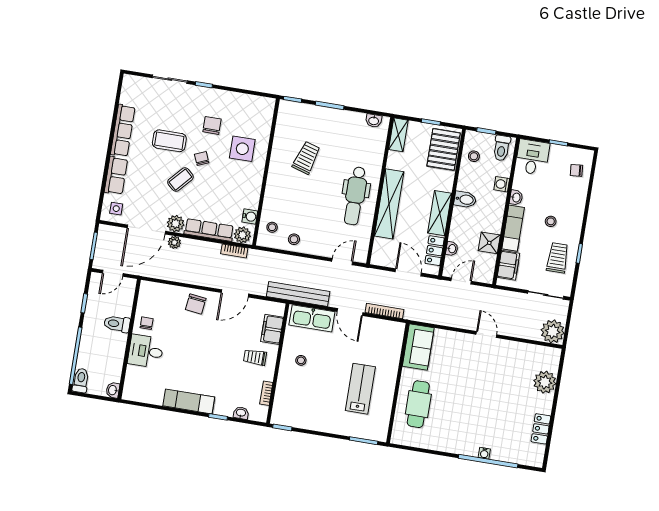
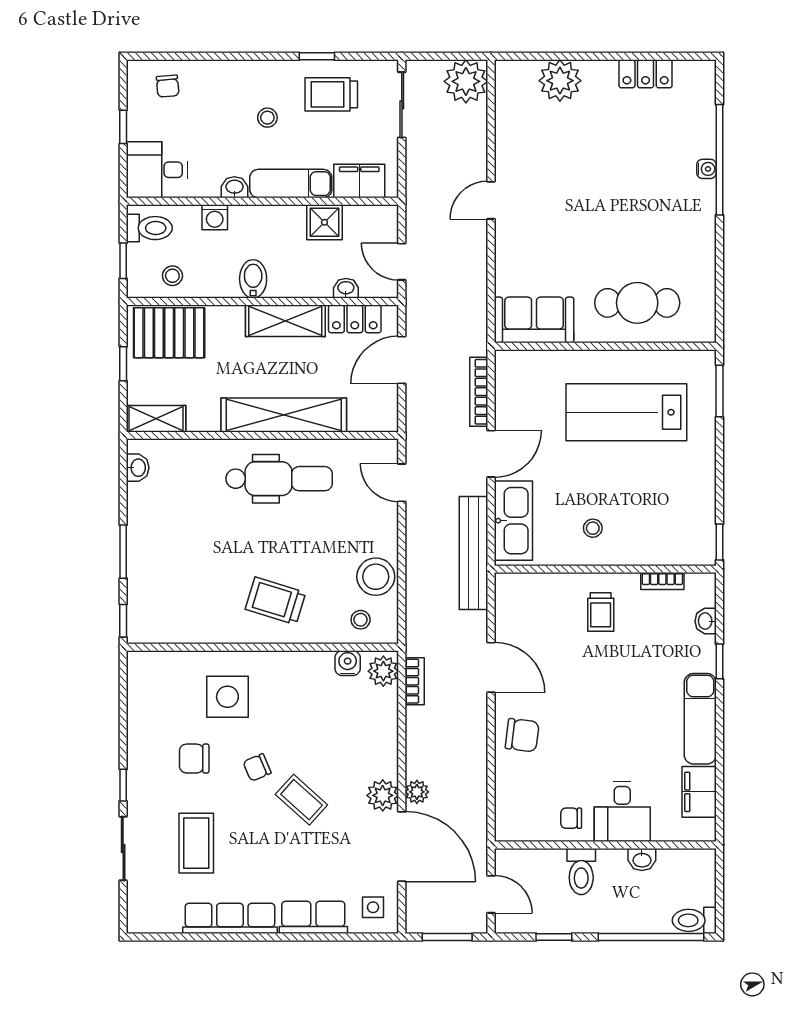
coffee table: (169, 141) -> (196, 843), moved
trolley: (306, 158) -> (275, 601), moved
row of seats: (209, 230) -> (384, 733), removed
stool: (294, 239) -> (376, 577), width x1.89, depth x1.89
filing cabinet: (272, 329) -> (699, 792), moved, turned 90
lab bench: (360, 389) -> (626, 412), width x1.36, depth x1.39
washbasin: (113, 390) -> (642, 860), moved

